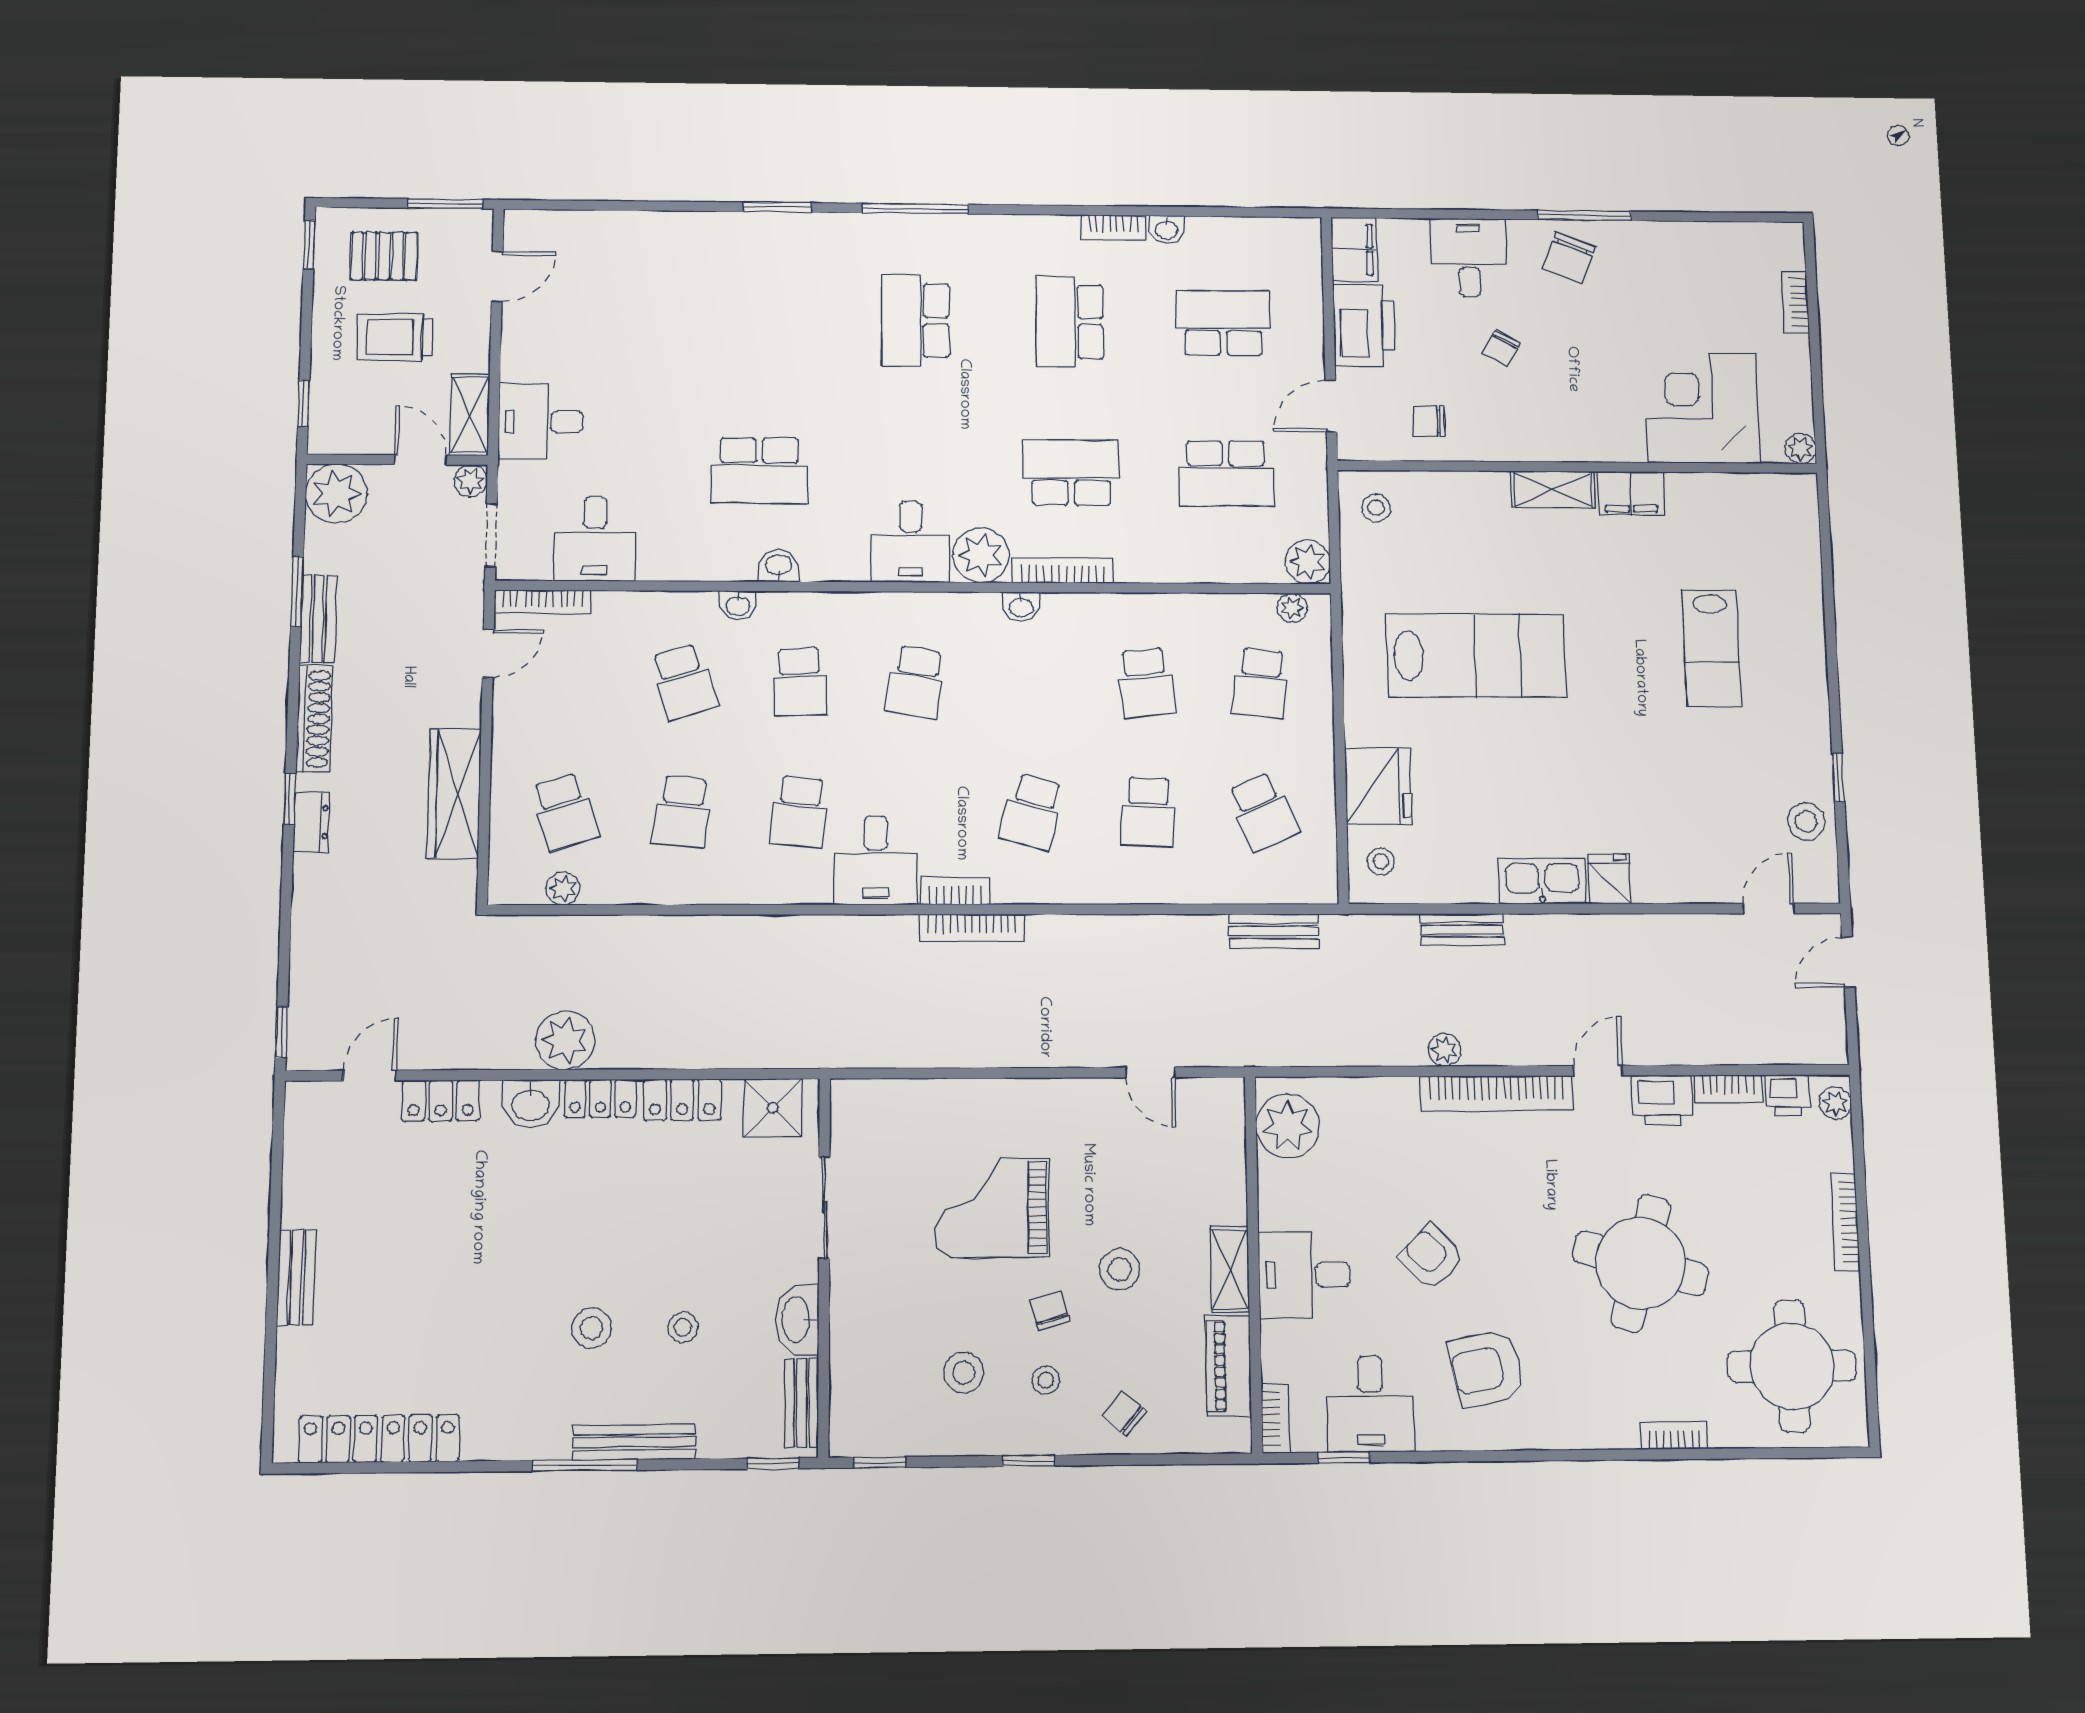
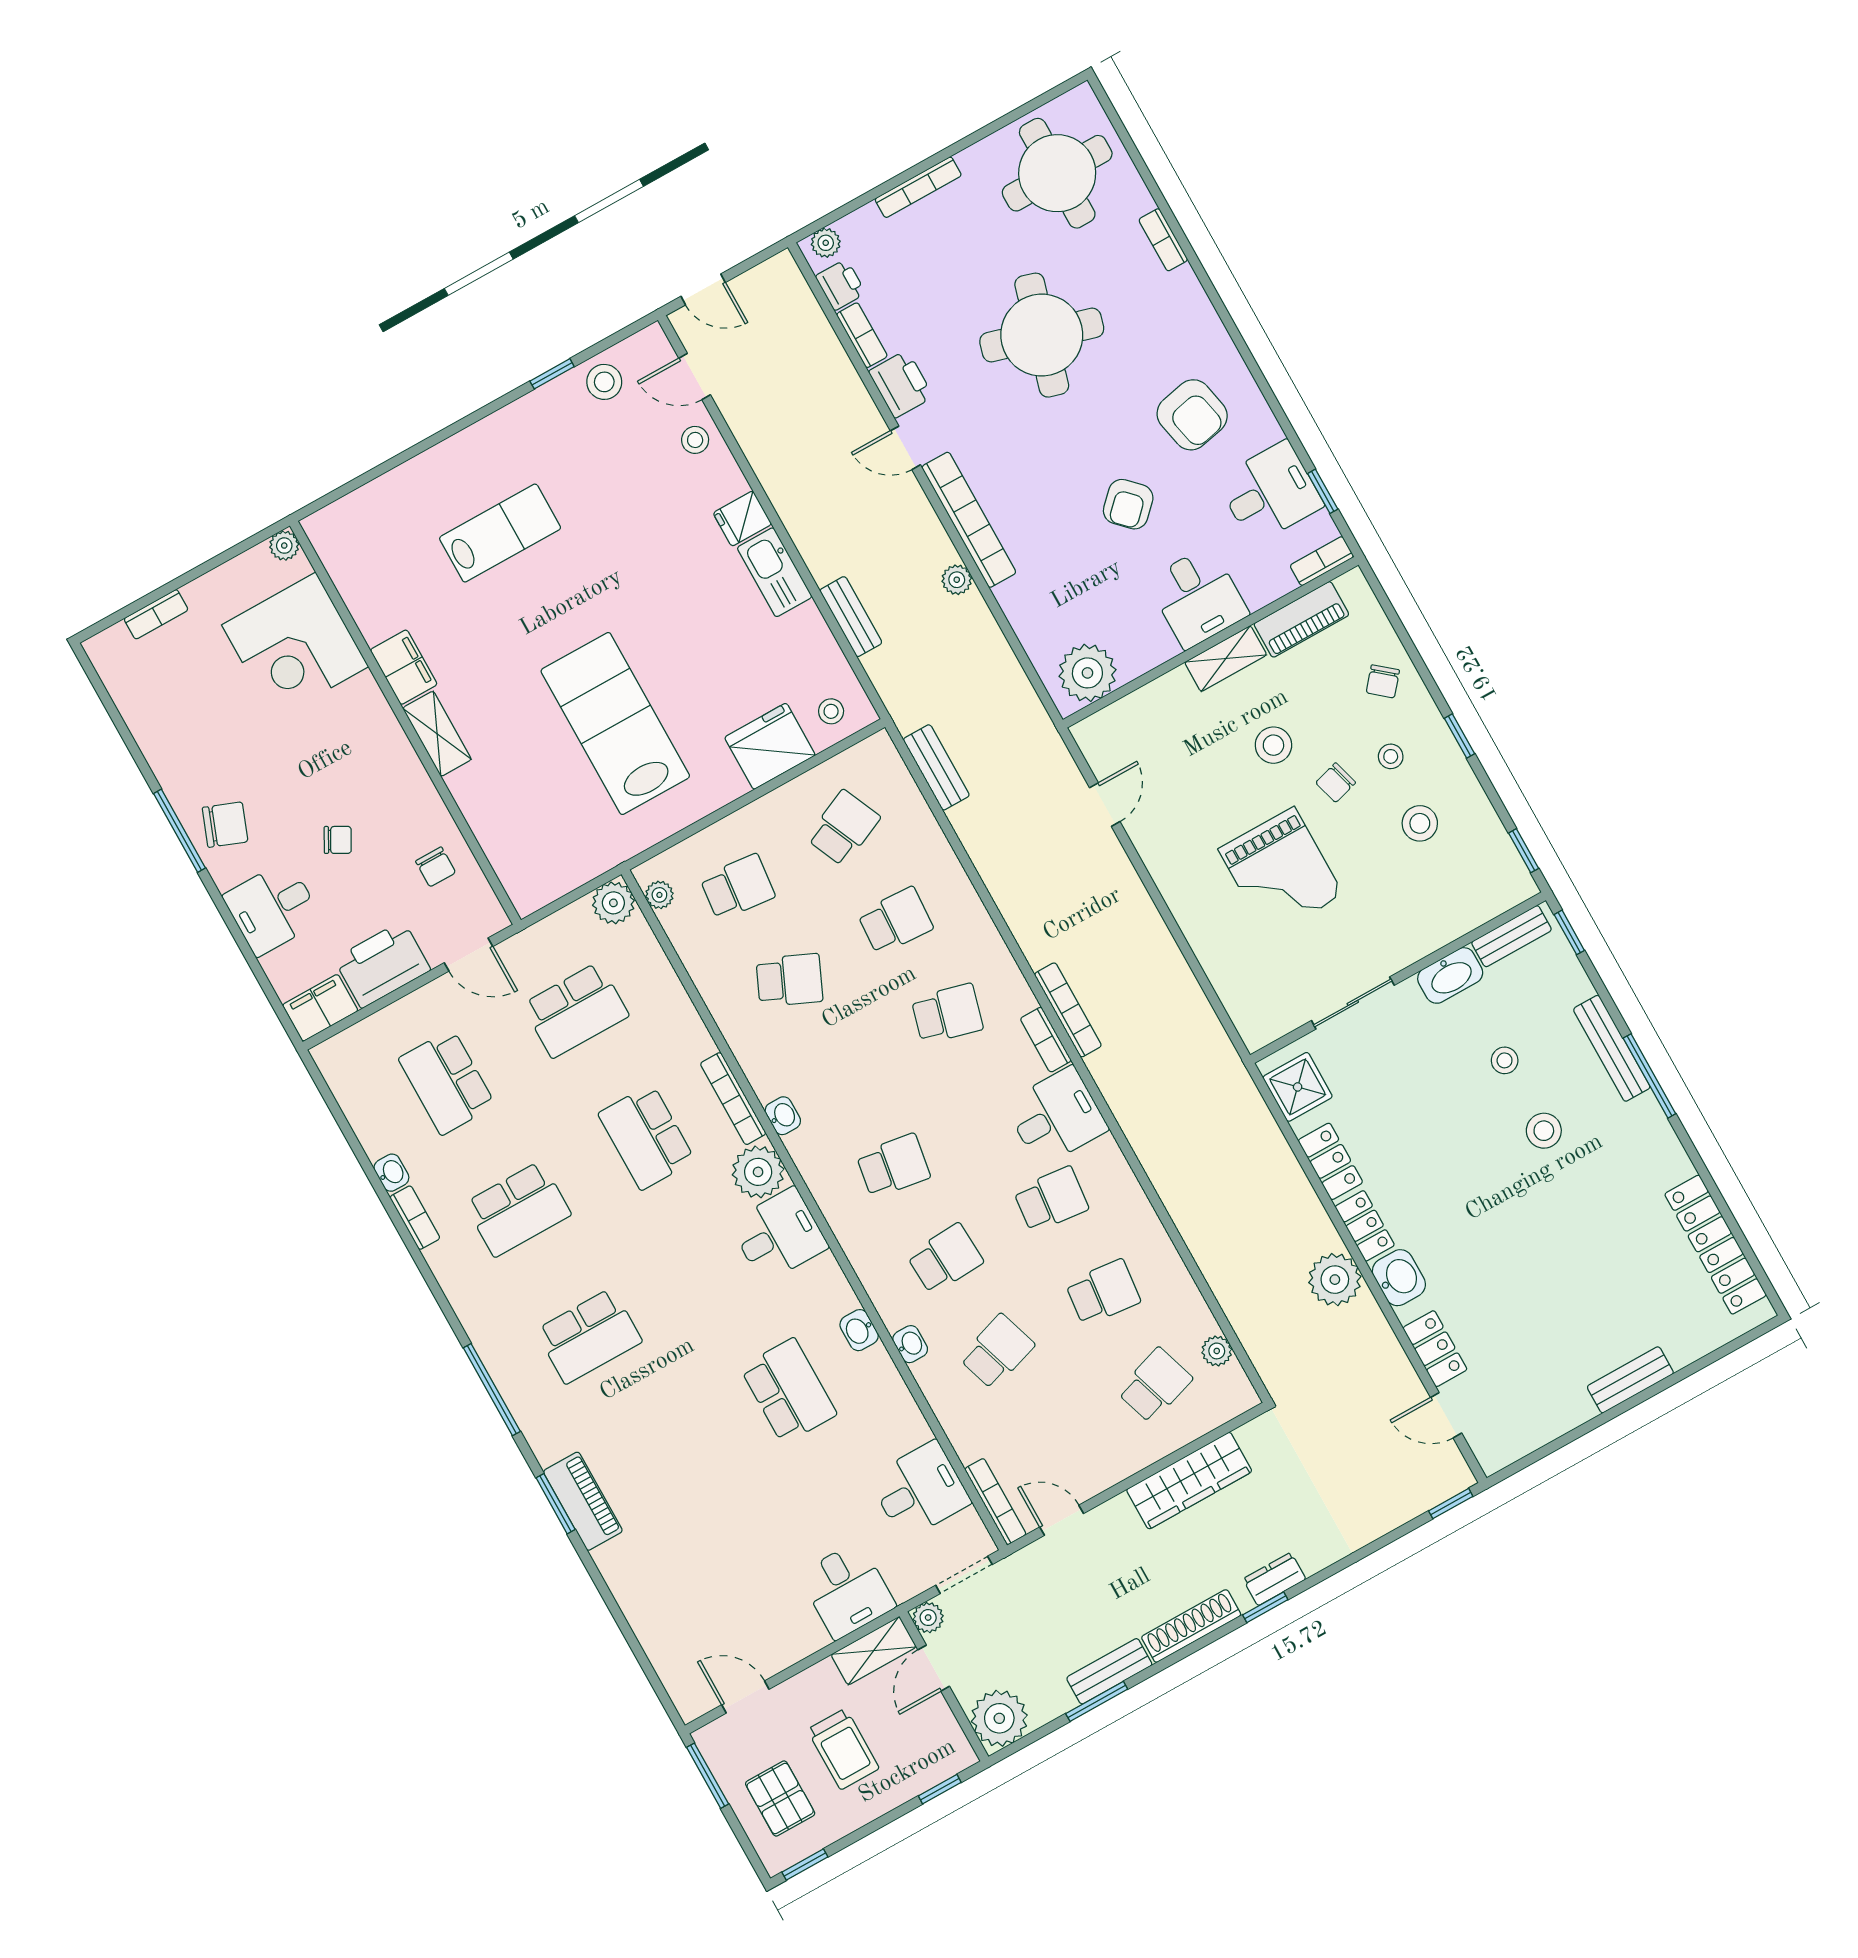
piano: (765, 232) -> (583, 1501), added
school desk: (1226, 473) -> (576, 1010), turned 90
stool: (1376, 508) -> (695, 440), moved
school desk: (1146, 683) -> (789, 980), turned 30

